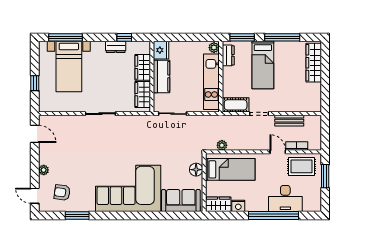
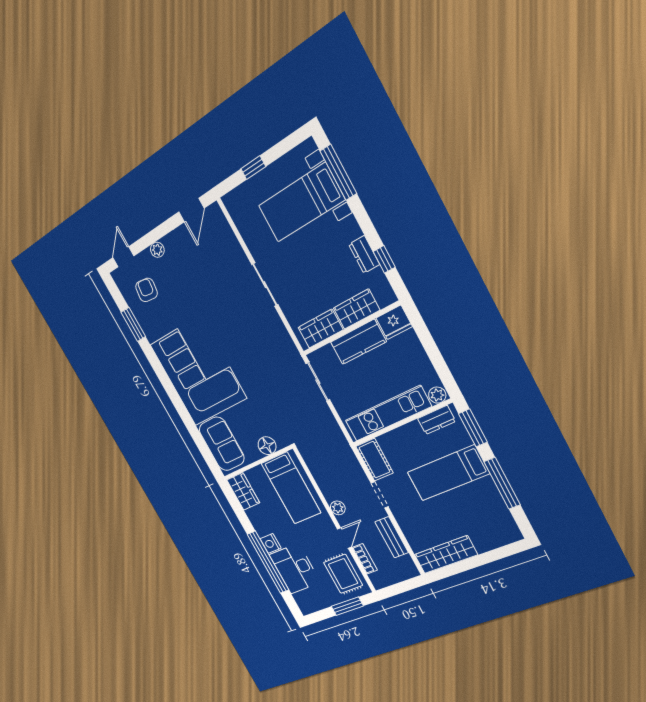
wardrobe: (314, 63) -> (446, 555), moved
plant: (222, 145) -> (338, 508), moved
nightstand: (238, 206) -> (270, 543), moved

